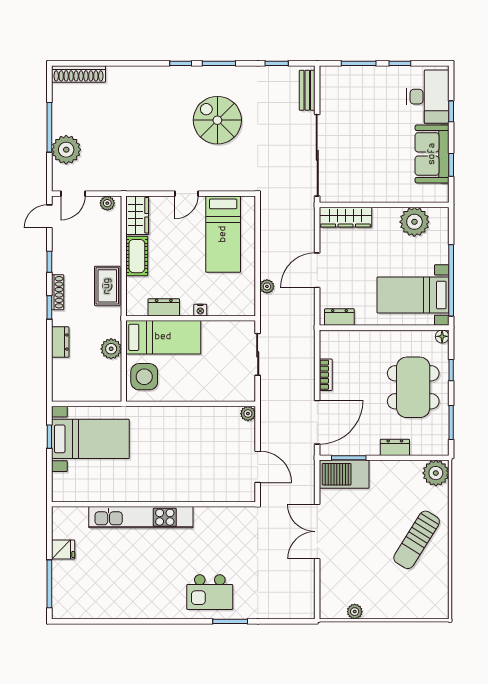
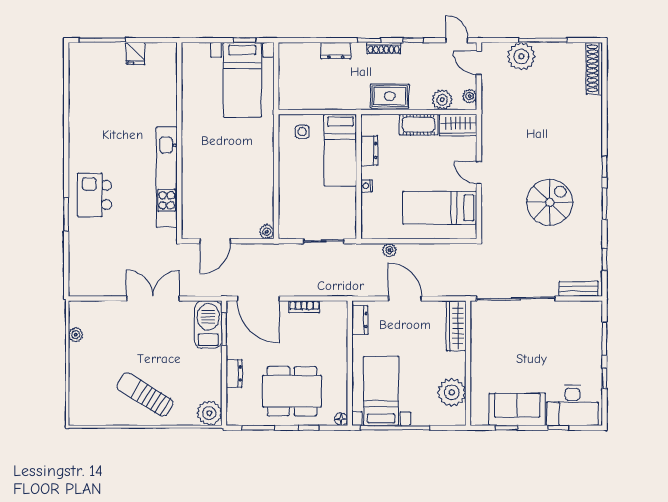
plant: (111, 349) -> (442, 100), moved
side table: (144, 377) -> (302, 132), width x0.54, depth x0.54
kitchen unit: (141, 517) -> (167, 177), moved

